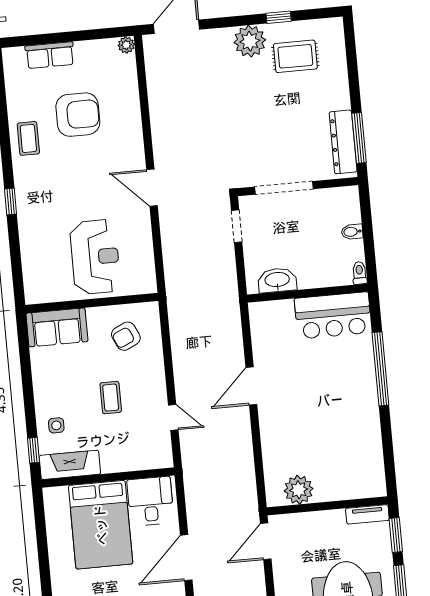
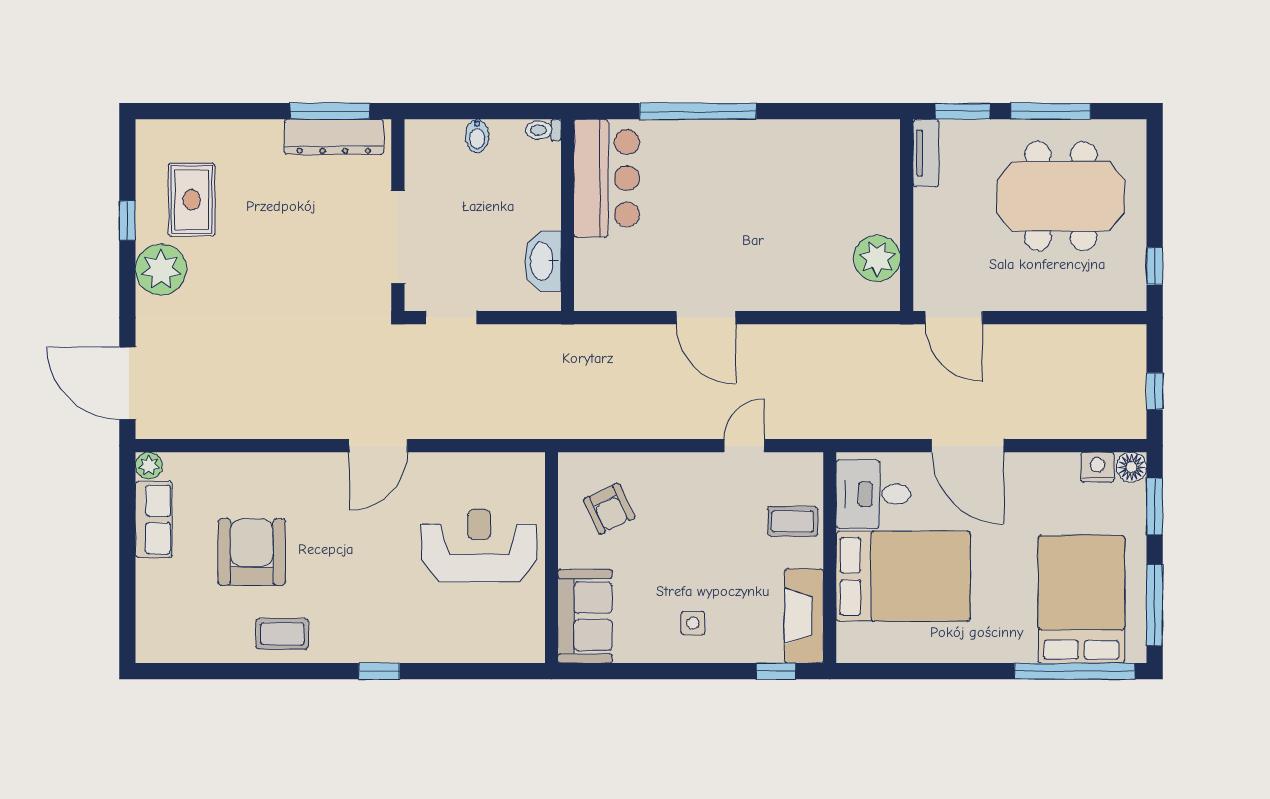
row of seats: (50, 55) -> (154, 519), moved
coffee table: (111, 398) -> (793, 521), moved
side table: (56, 425) -> (693, 623), moved

